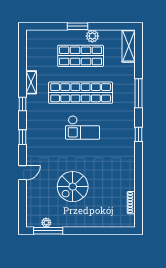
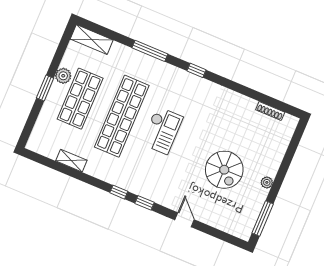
shelving: (31, 82) -> (71, 161), moved
window: (23, 104) -> (119, 192), moved
plant: (46, 223) -> (267, 182), moved

